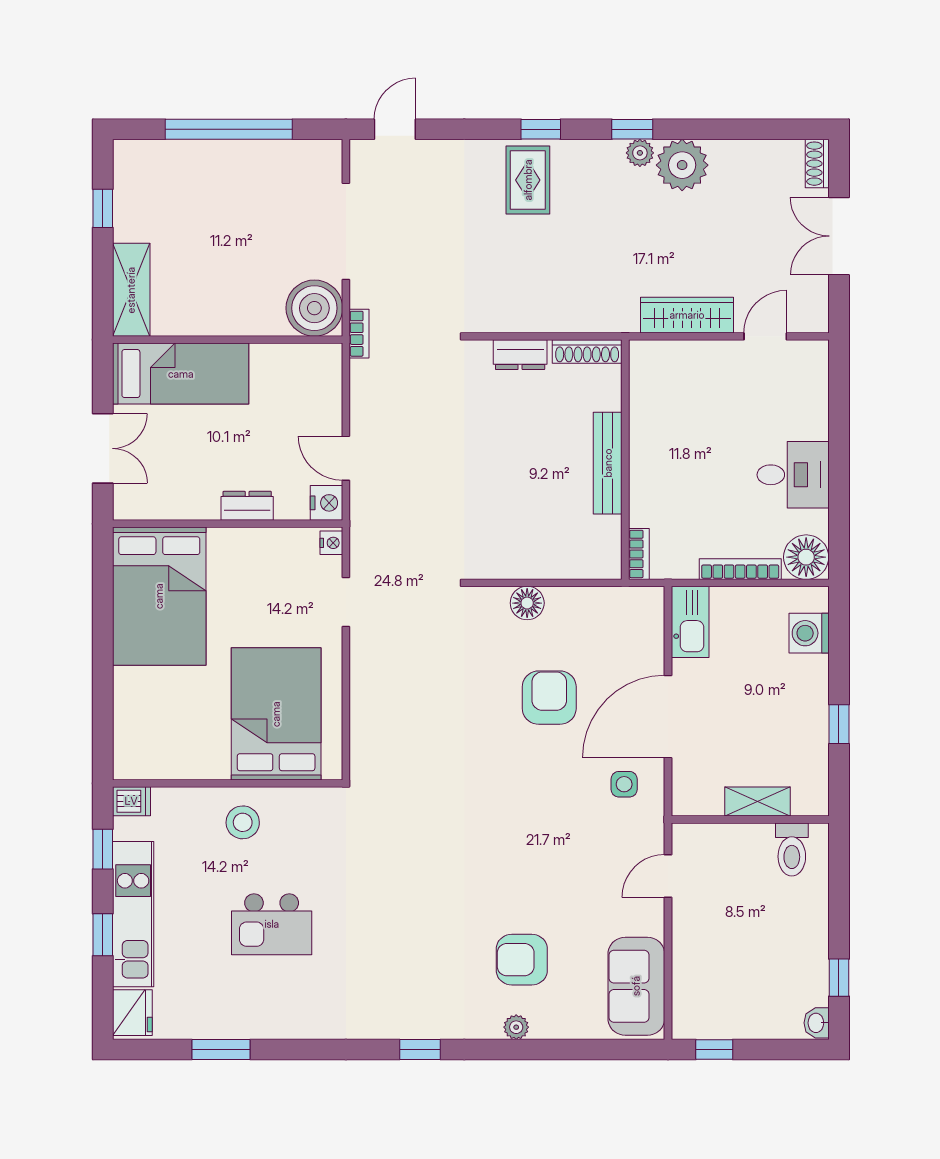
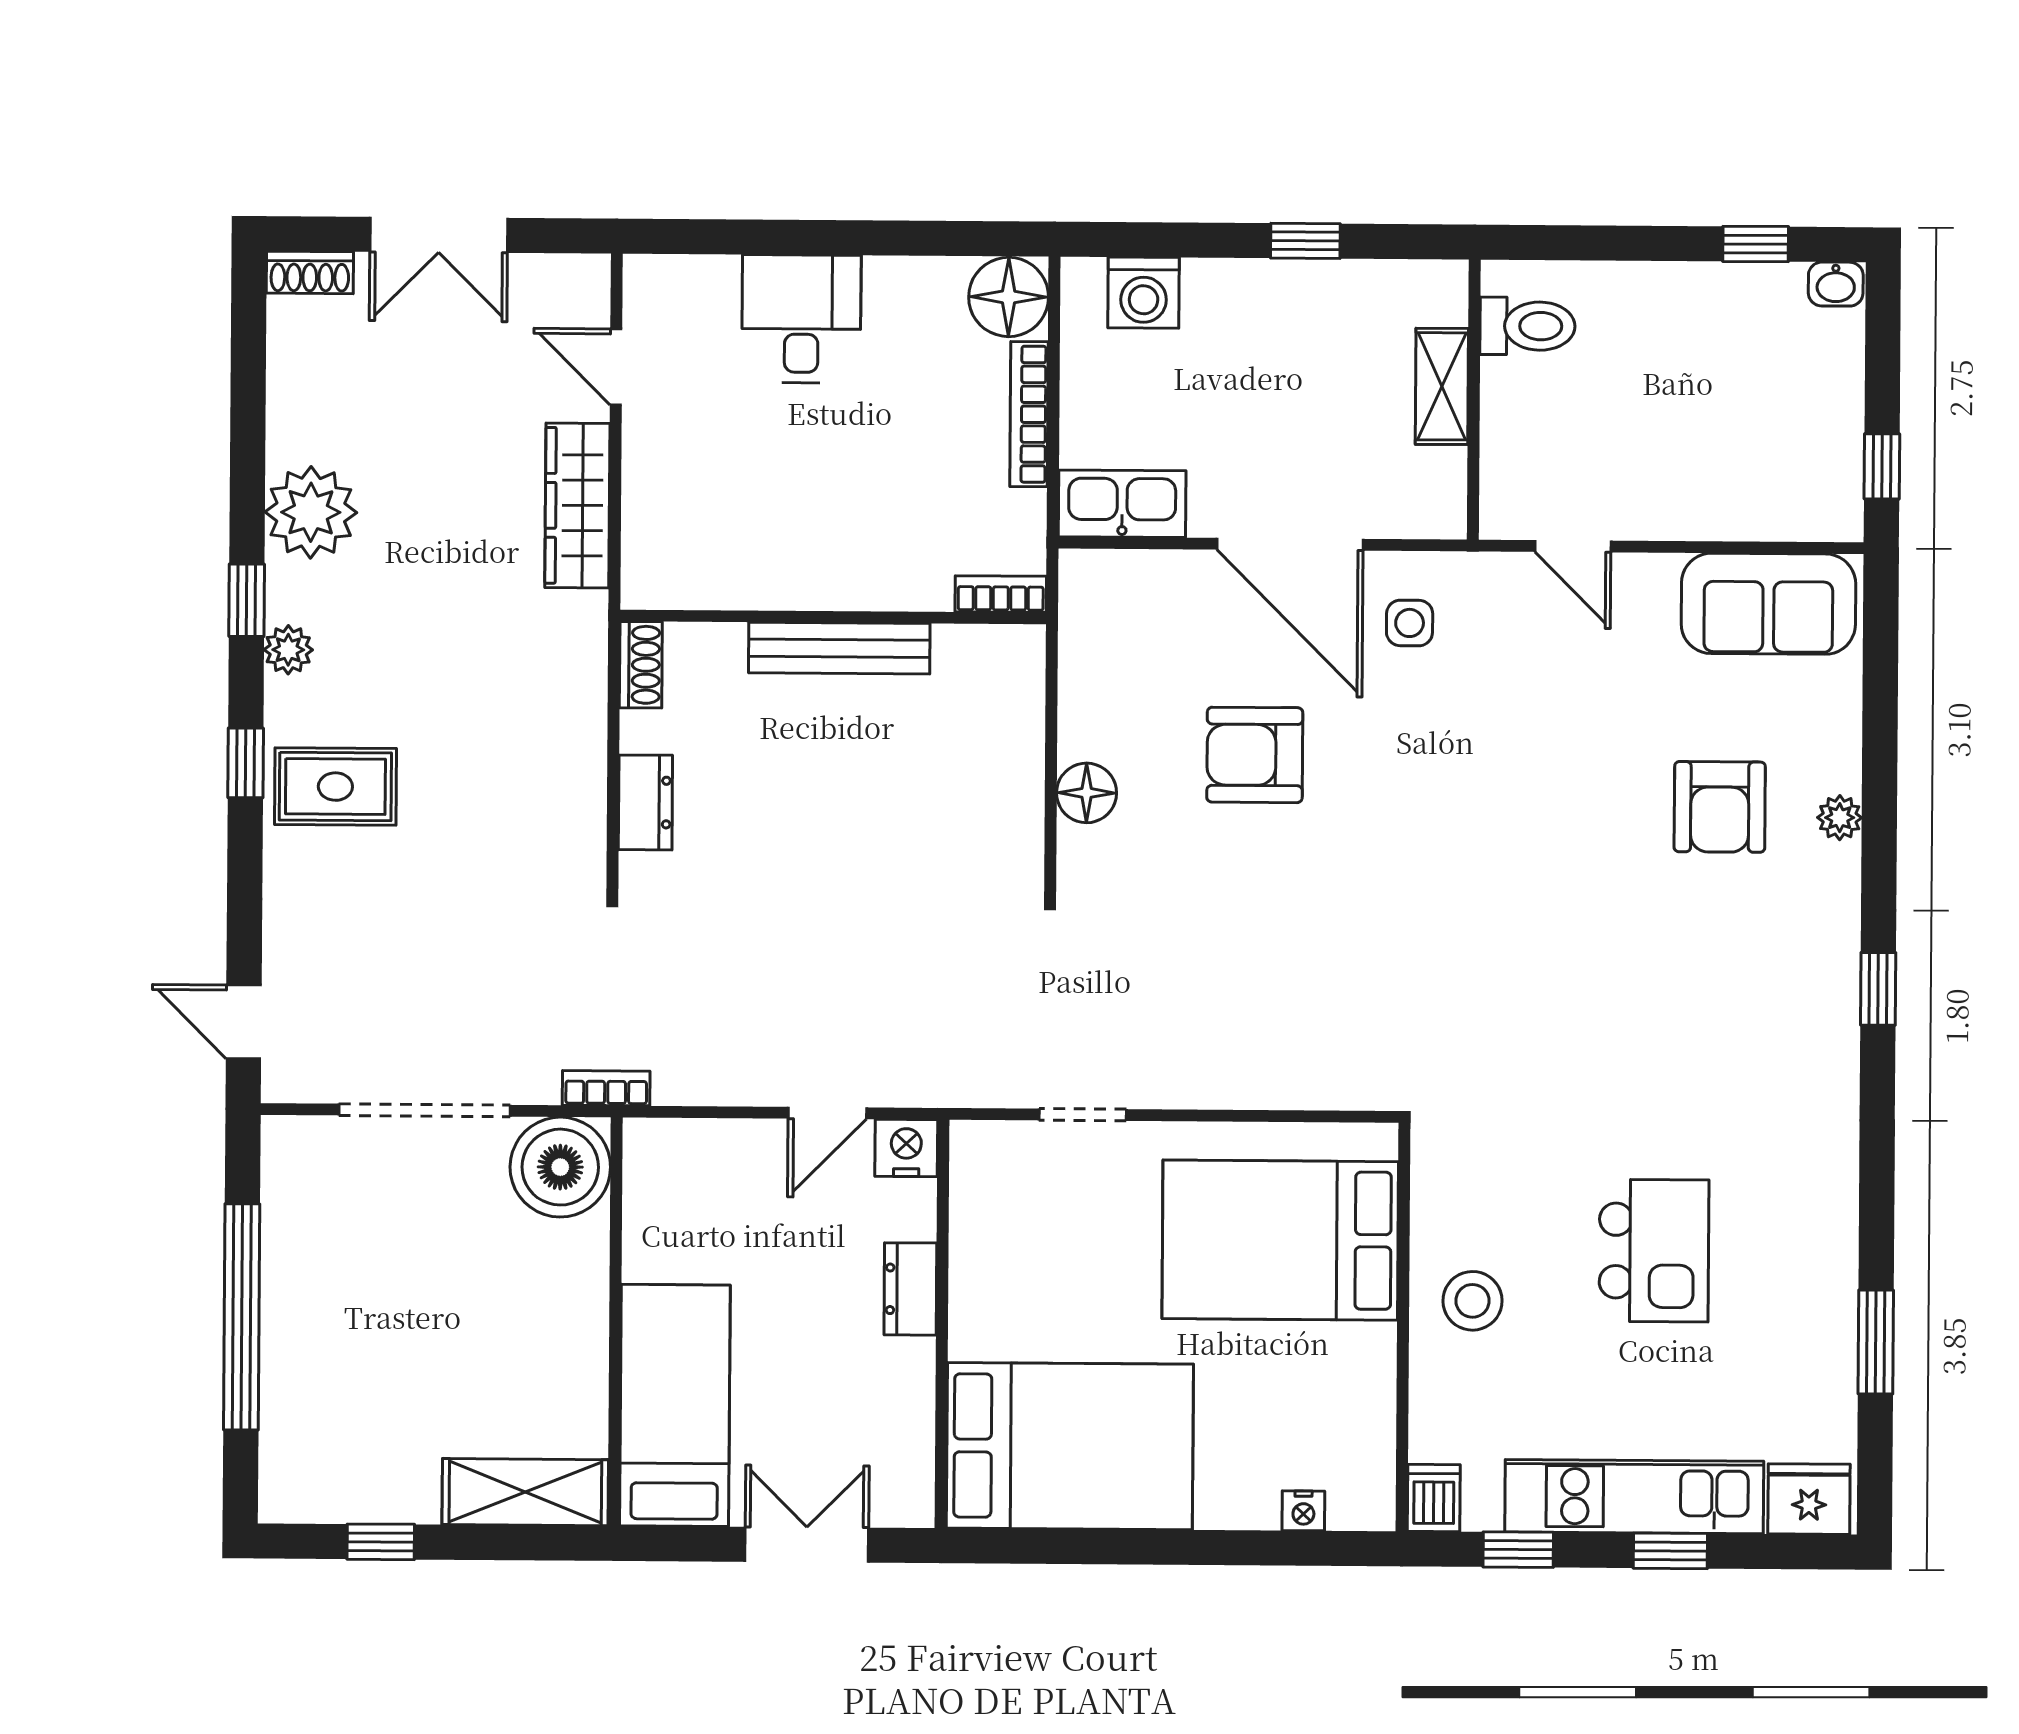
plant: (640, 153) -> (288, 650), moved
shoe rack: (587, 351) -> (641, 665), width x0.70
desk: (793, 475) -> (801, 319), moved
nightstand: (331, 543) -> (1303, 1511), moved, turned 180

